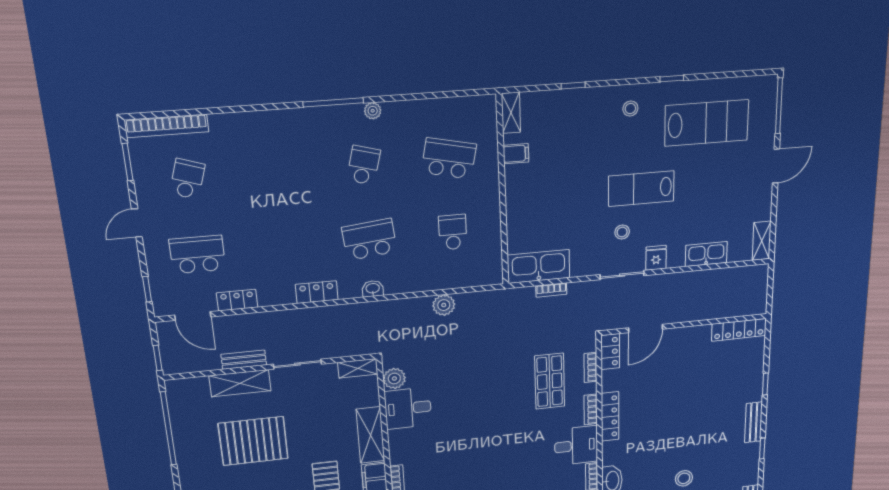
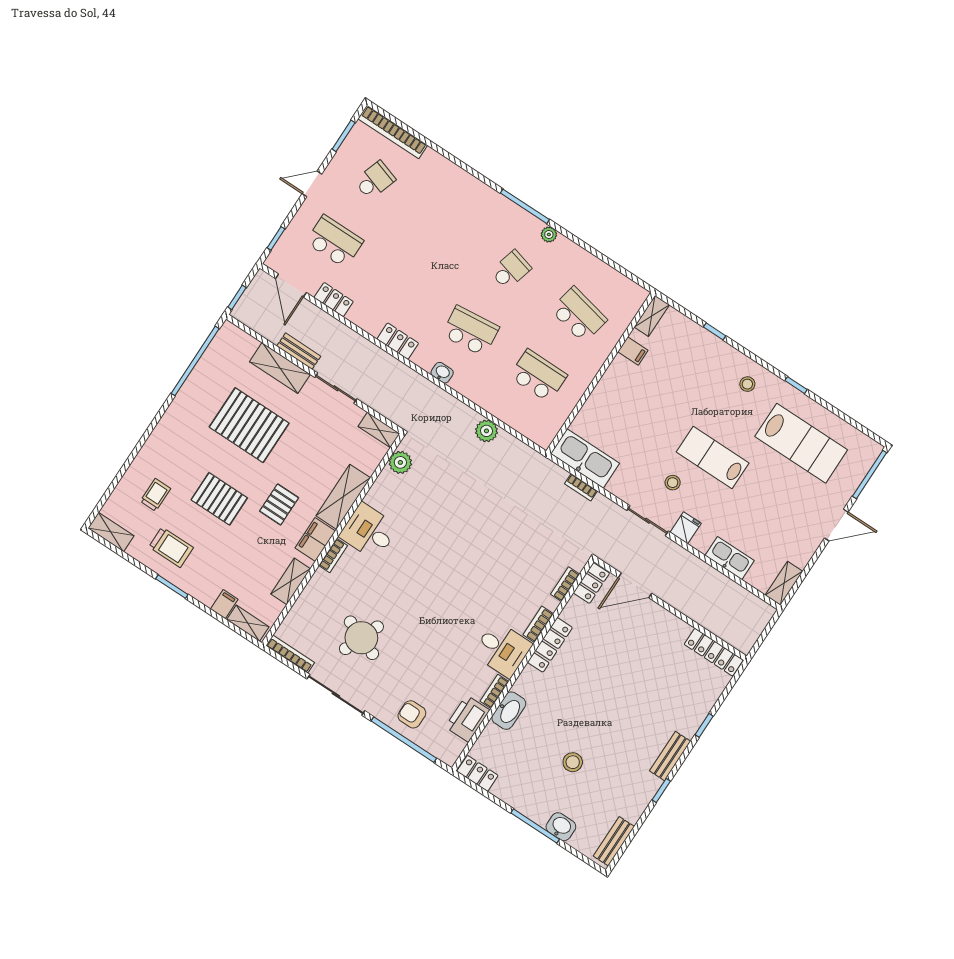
school desk: (453, 232) -> (538, 376), width x1.85
shop shelf: (550, 381) -> (523, 569), removed
desk: (408, 408) -> (369, 532), moved

